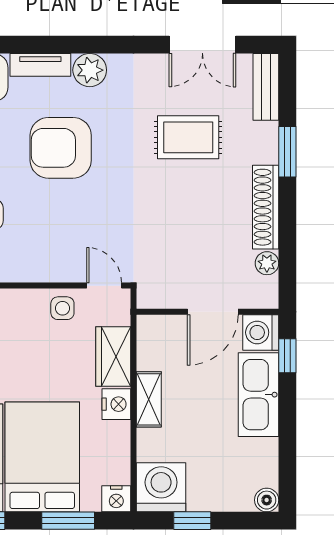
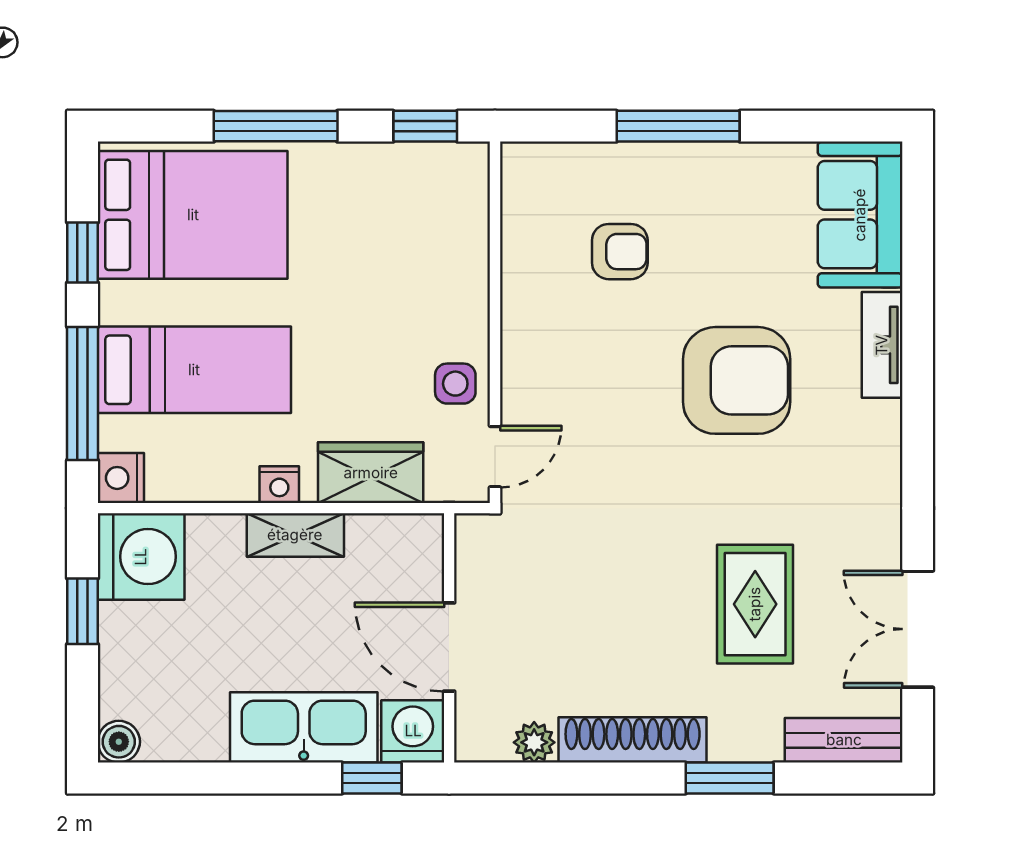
plant: (90, 70) -> (873, 431), removed
armchair: (61, 148) -> (737, 380), turned 90
nightstand: (116, 404) -> (279, 485), width x0.72, depth x0.74
bed: (42, 457) -> (194, 370), width x0.67
window: (68, 521) -> (82, 393), width x1.44

